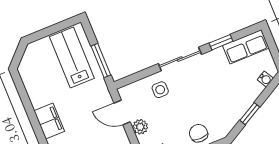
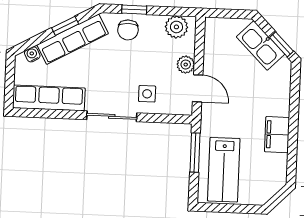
window: (221, 42) -> (61, 114), removed
row of seats: (246, 47) -> (49, 98), width x1.48
row of seats: (239, 106) -> (73, 39), added
filing cabinet: (49, 121) -> (277, 135), moved

